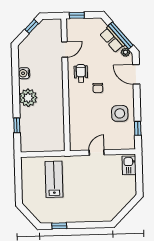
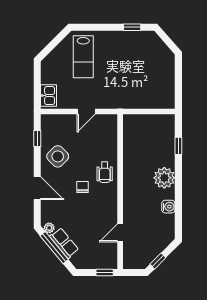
wheelchair: (81, 73) -> (105, 172), moved
door: (136, 74) -> (37, 188), moved
side table: (120, 113) -> (58, 156), turned 45
lab bench: (54, 179) -> (83, 57), moved

